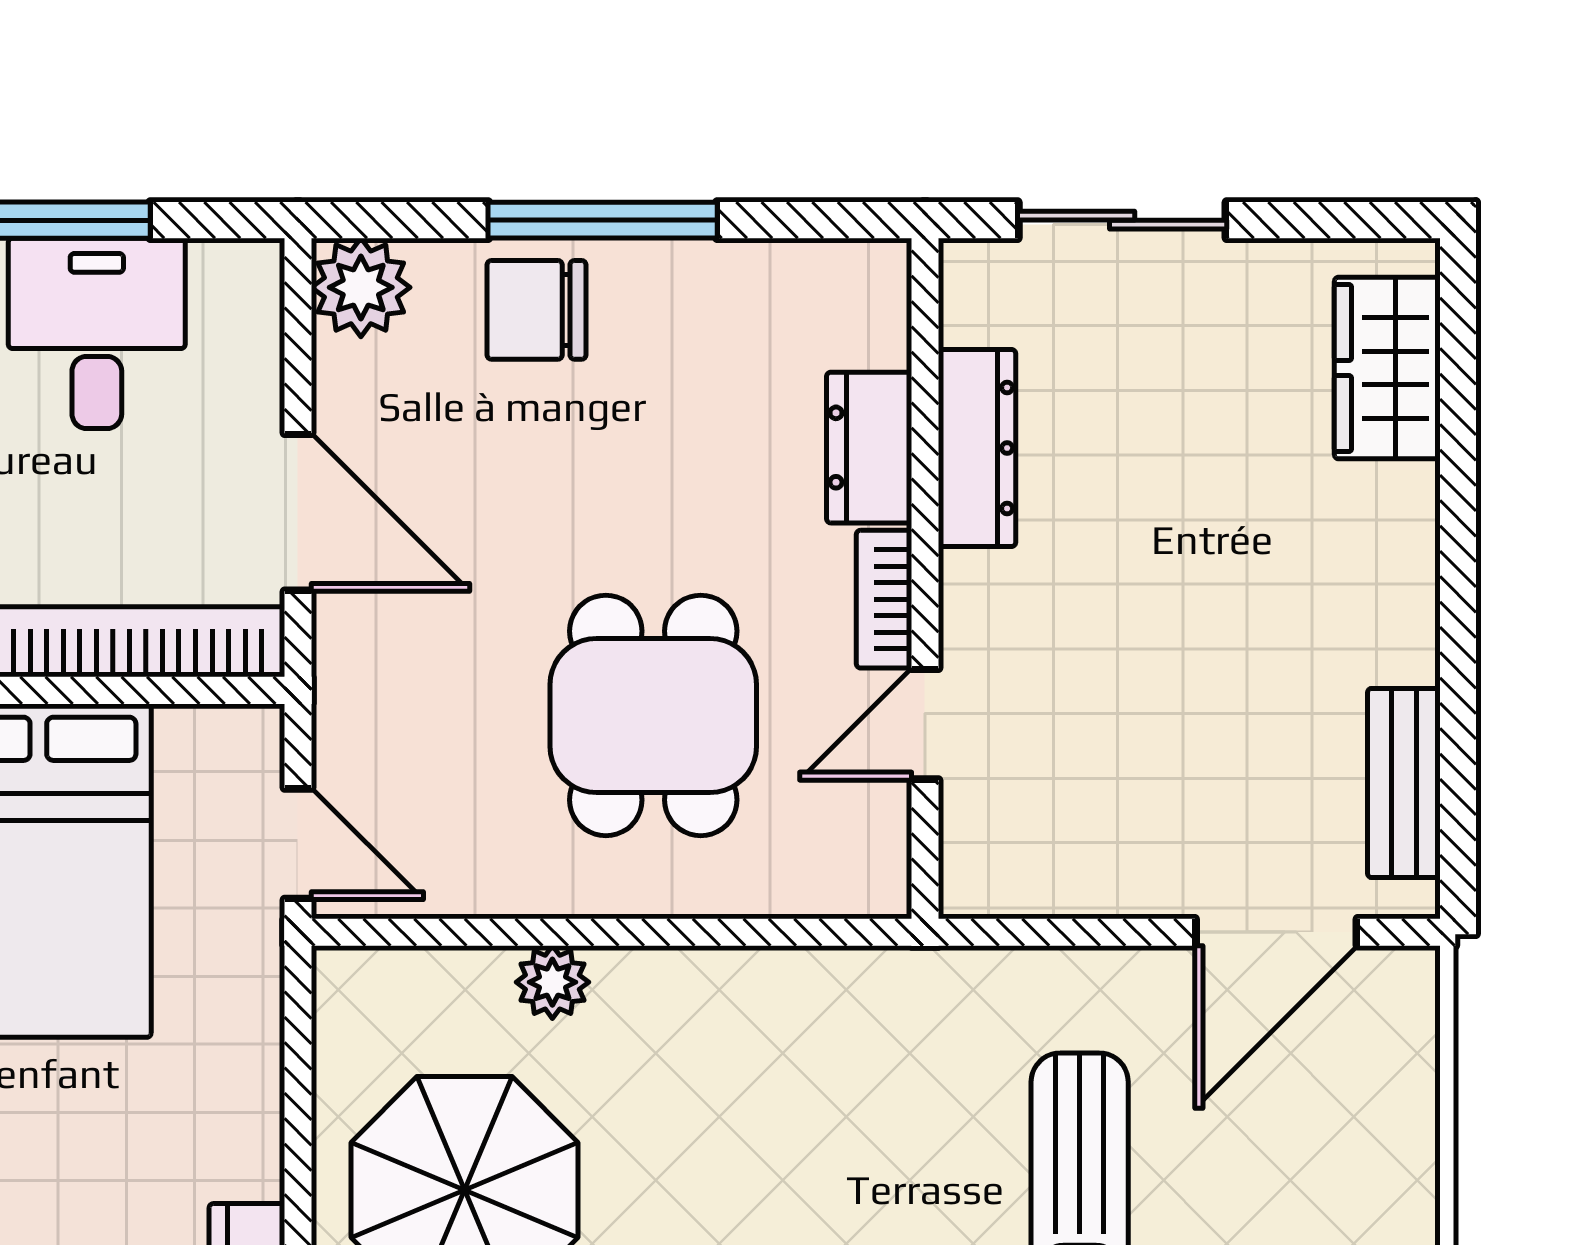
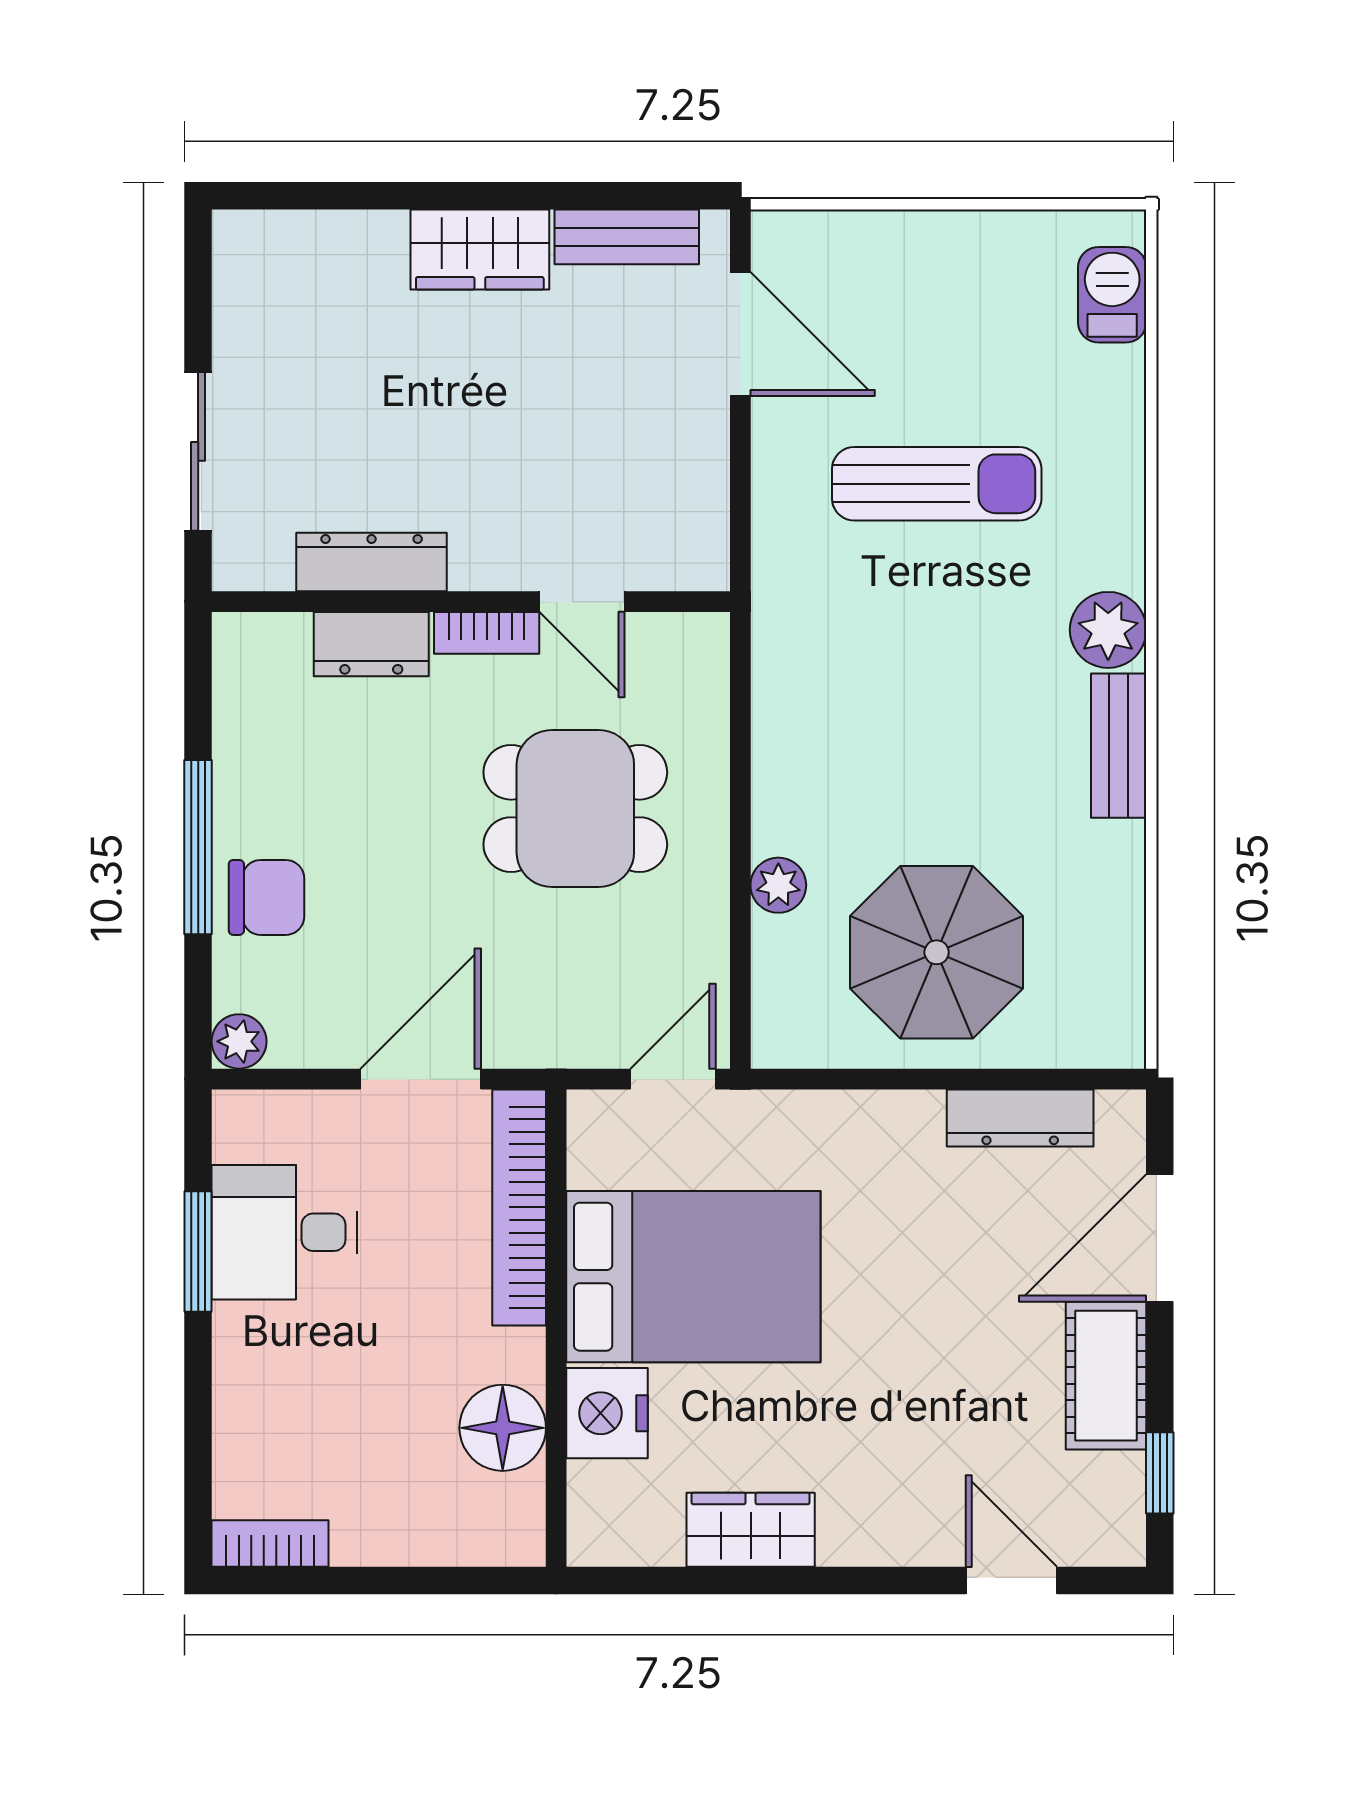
plant: (361, 287) -> (239, 1041), width x0.73, depth x0.73
chair: (536, 310) -> (266, 897), turned -90
wardrobe: (1387, 368) -> (480, 250), moved

